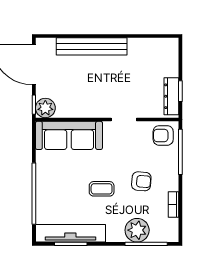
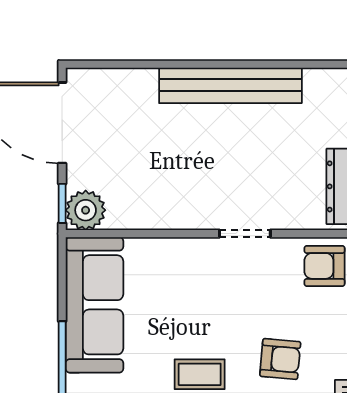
bench: (92, 46) -> (230, 85), moved
sofa: (69, 135) -> (94, 305), moved, turned -90

